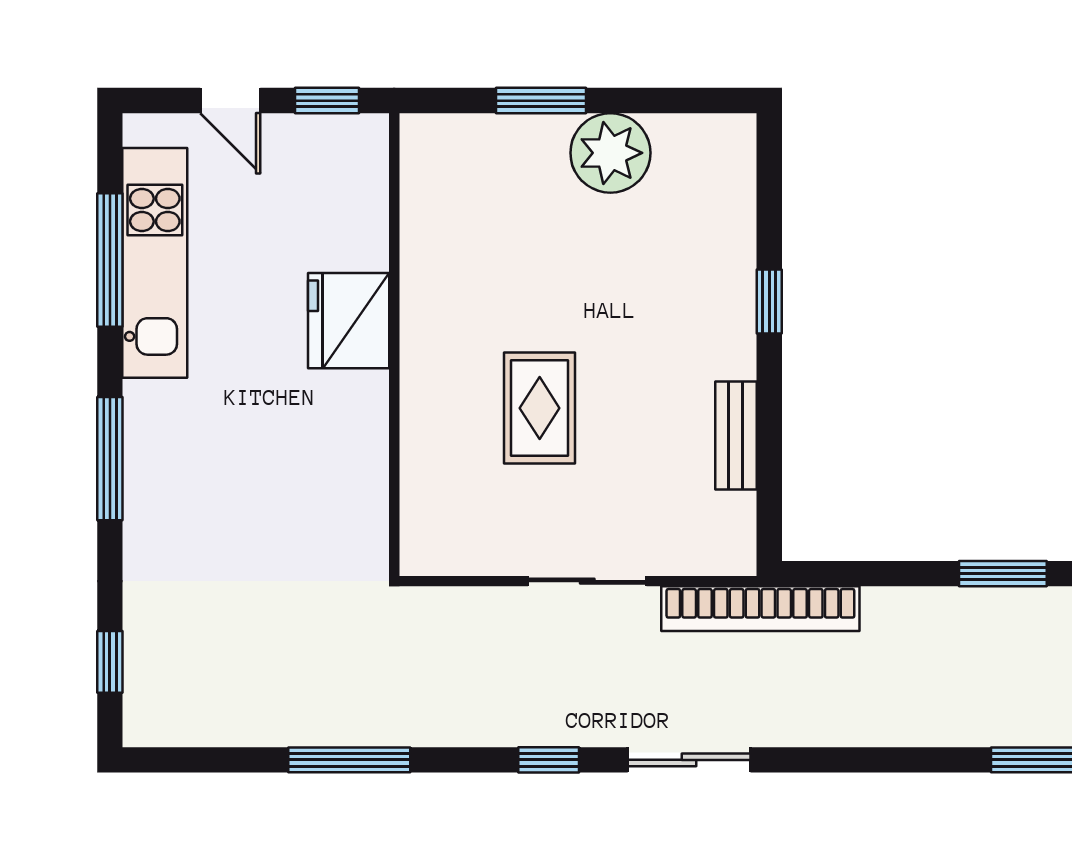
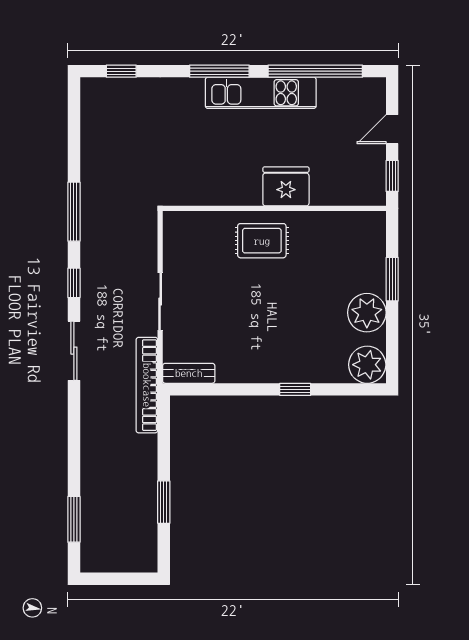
plant: (718, 152) -> (367, 365), added
window: (110, 260) -> (315, 71), width x1.46
kitchen unit: (155, 263) -> (261, 93), moved
rug: (540, 408) -> (262, 241), moved
bench: (736, 435) -> (189, 373), moved
window: (349, 760) -> (74, 212), moved

